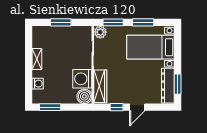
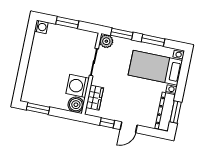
shelving: (37, 59) -> (35, 56), removed
washing machine: (38, 84) -> (41, 27), moved
wardrobe: (100, 86) -> (95, 98), width x0.67

